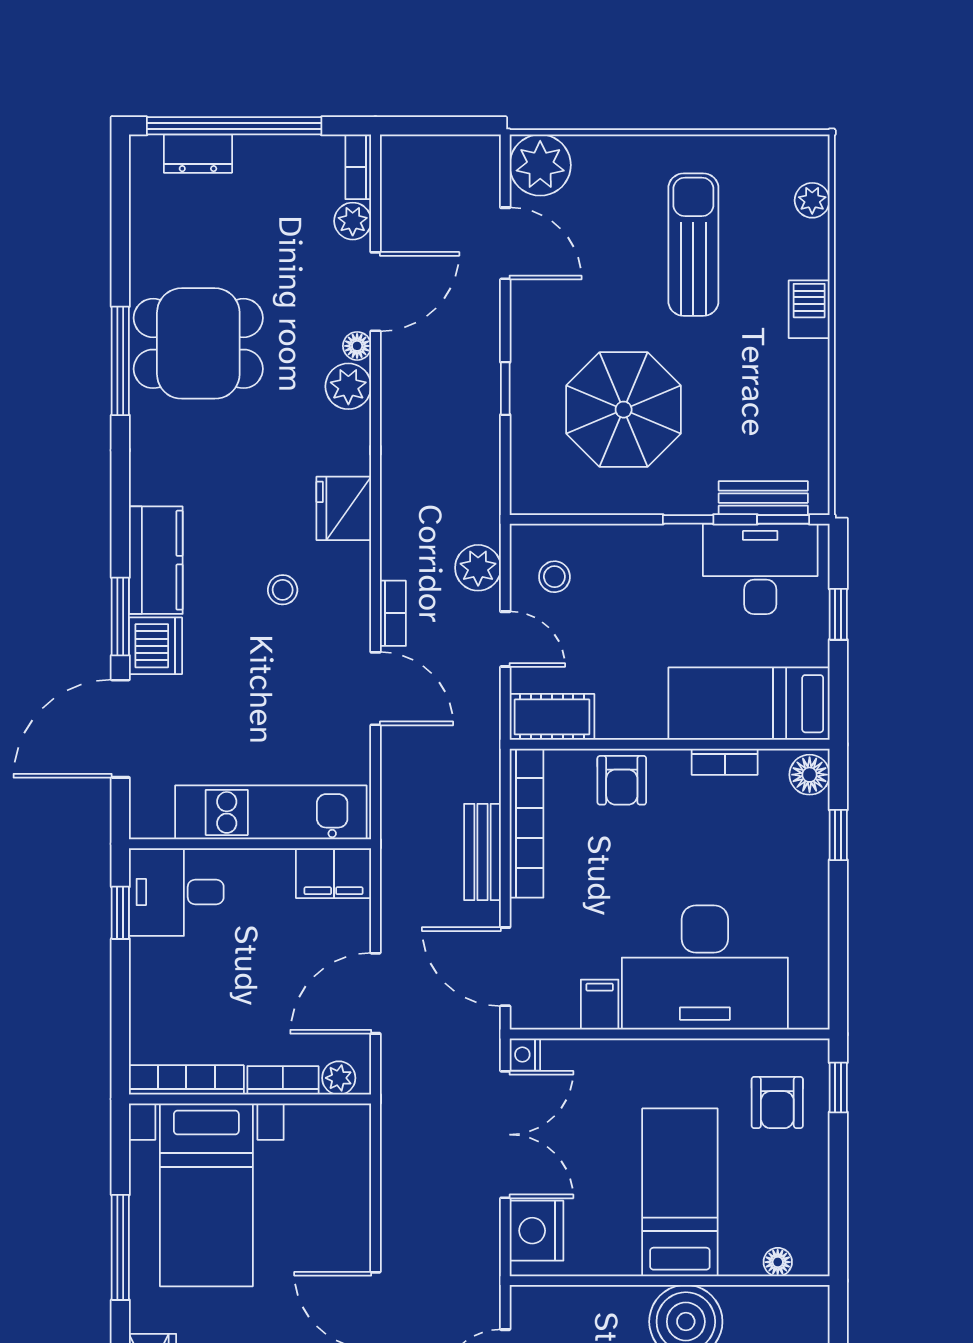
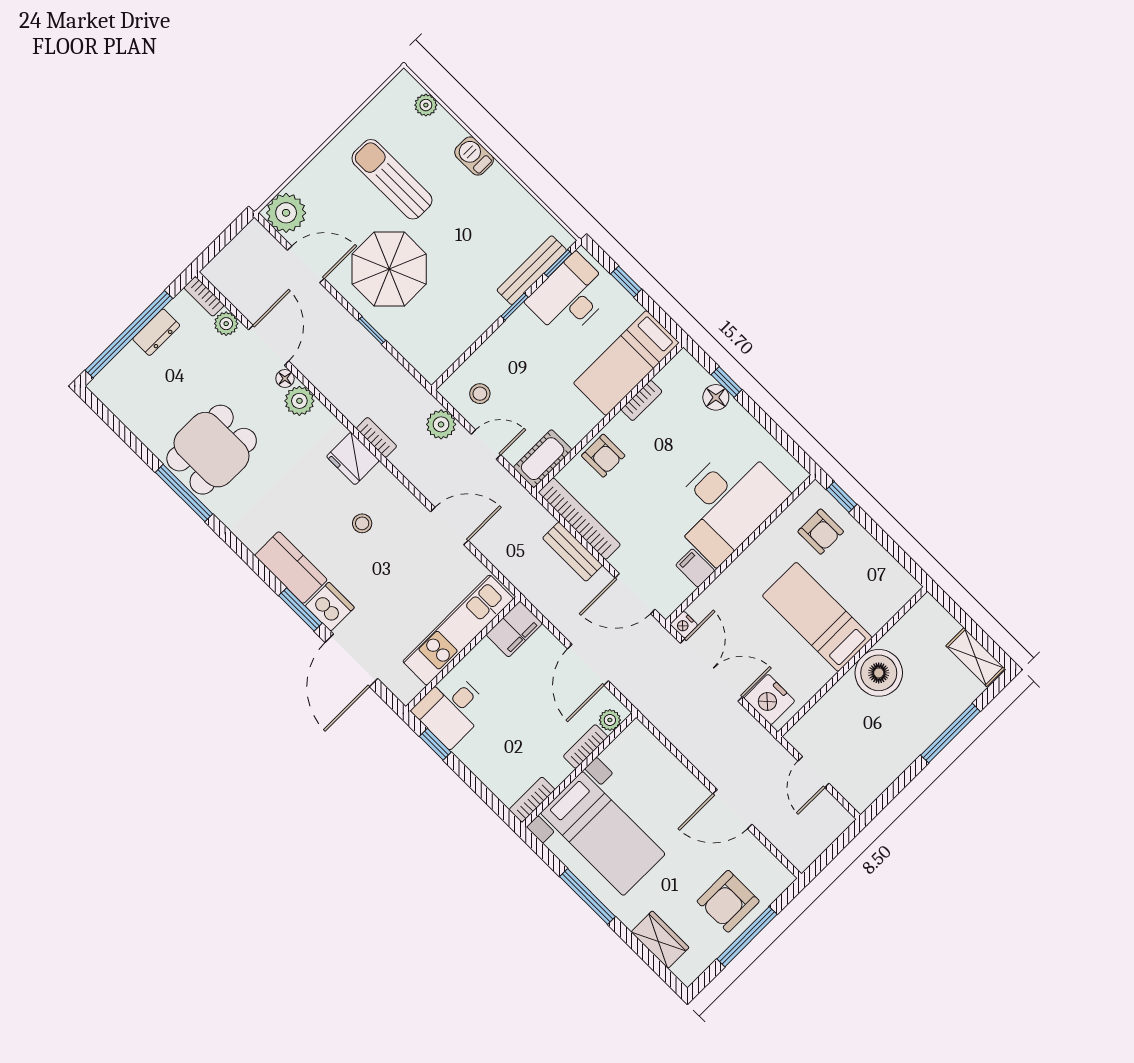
dresser: (198, 154) -> (156, 332), moved
parasol: (624, 410) -> (389, 269), moved
bench: (763, 498) -> (532, 270), width x1.36
bookcase: (393, 613) -> (376, 437), moved
floor lamp: (810, 775) -> (716, 397), moved
bookcase: (186, 1080) -> (532, 800), width x0.64
floor lamp: (778, 1262) -> (893, 604), removed

